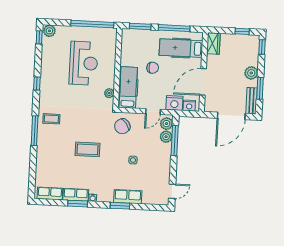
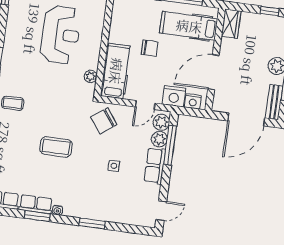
row of seats: (128, 197) -> (155, 166), moved, turned -90

